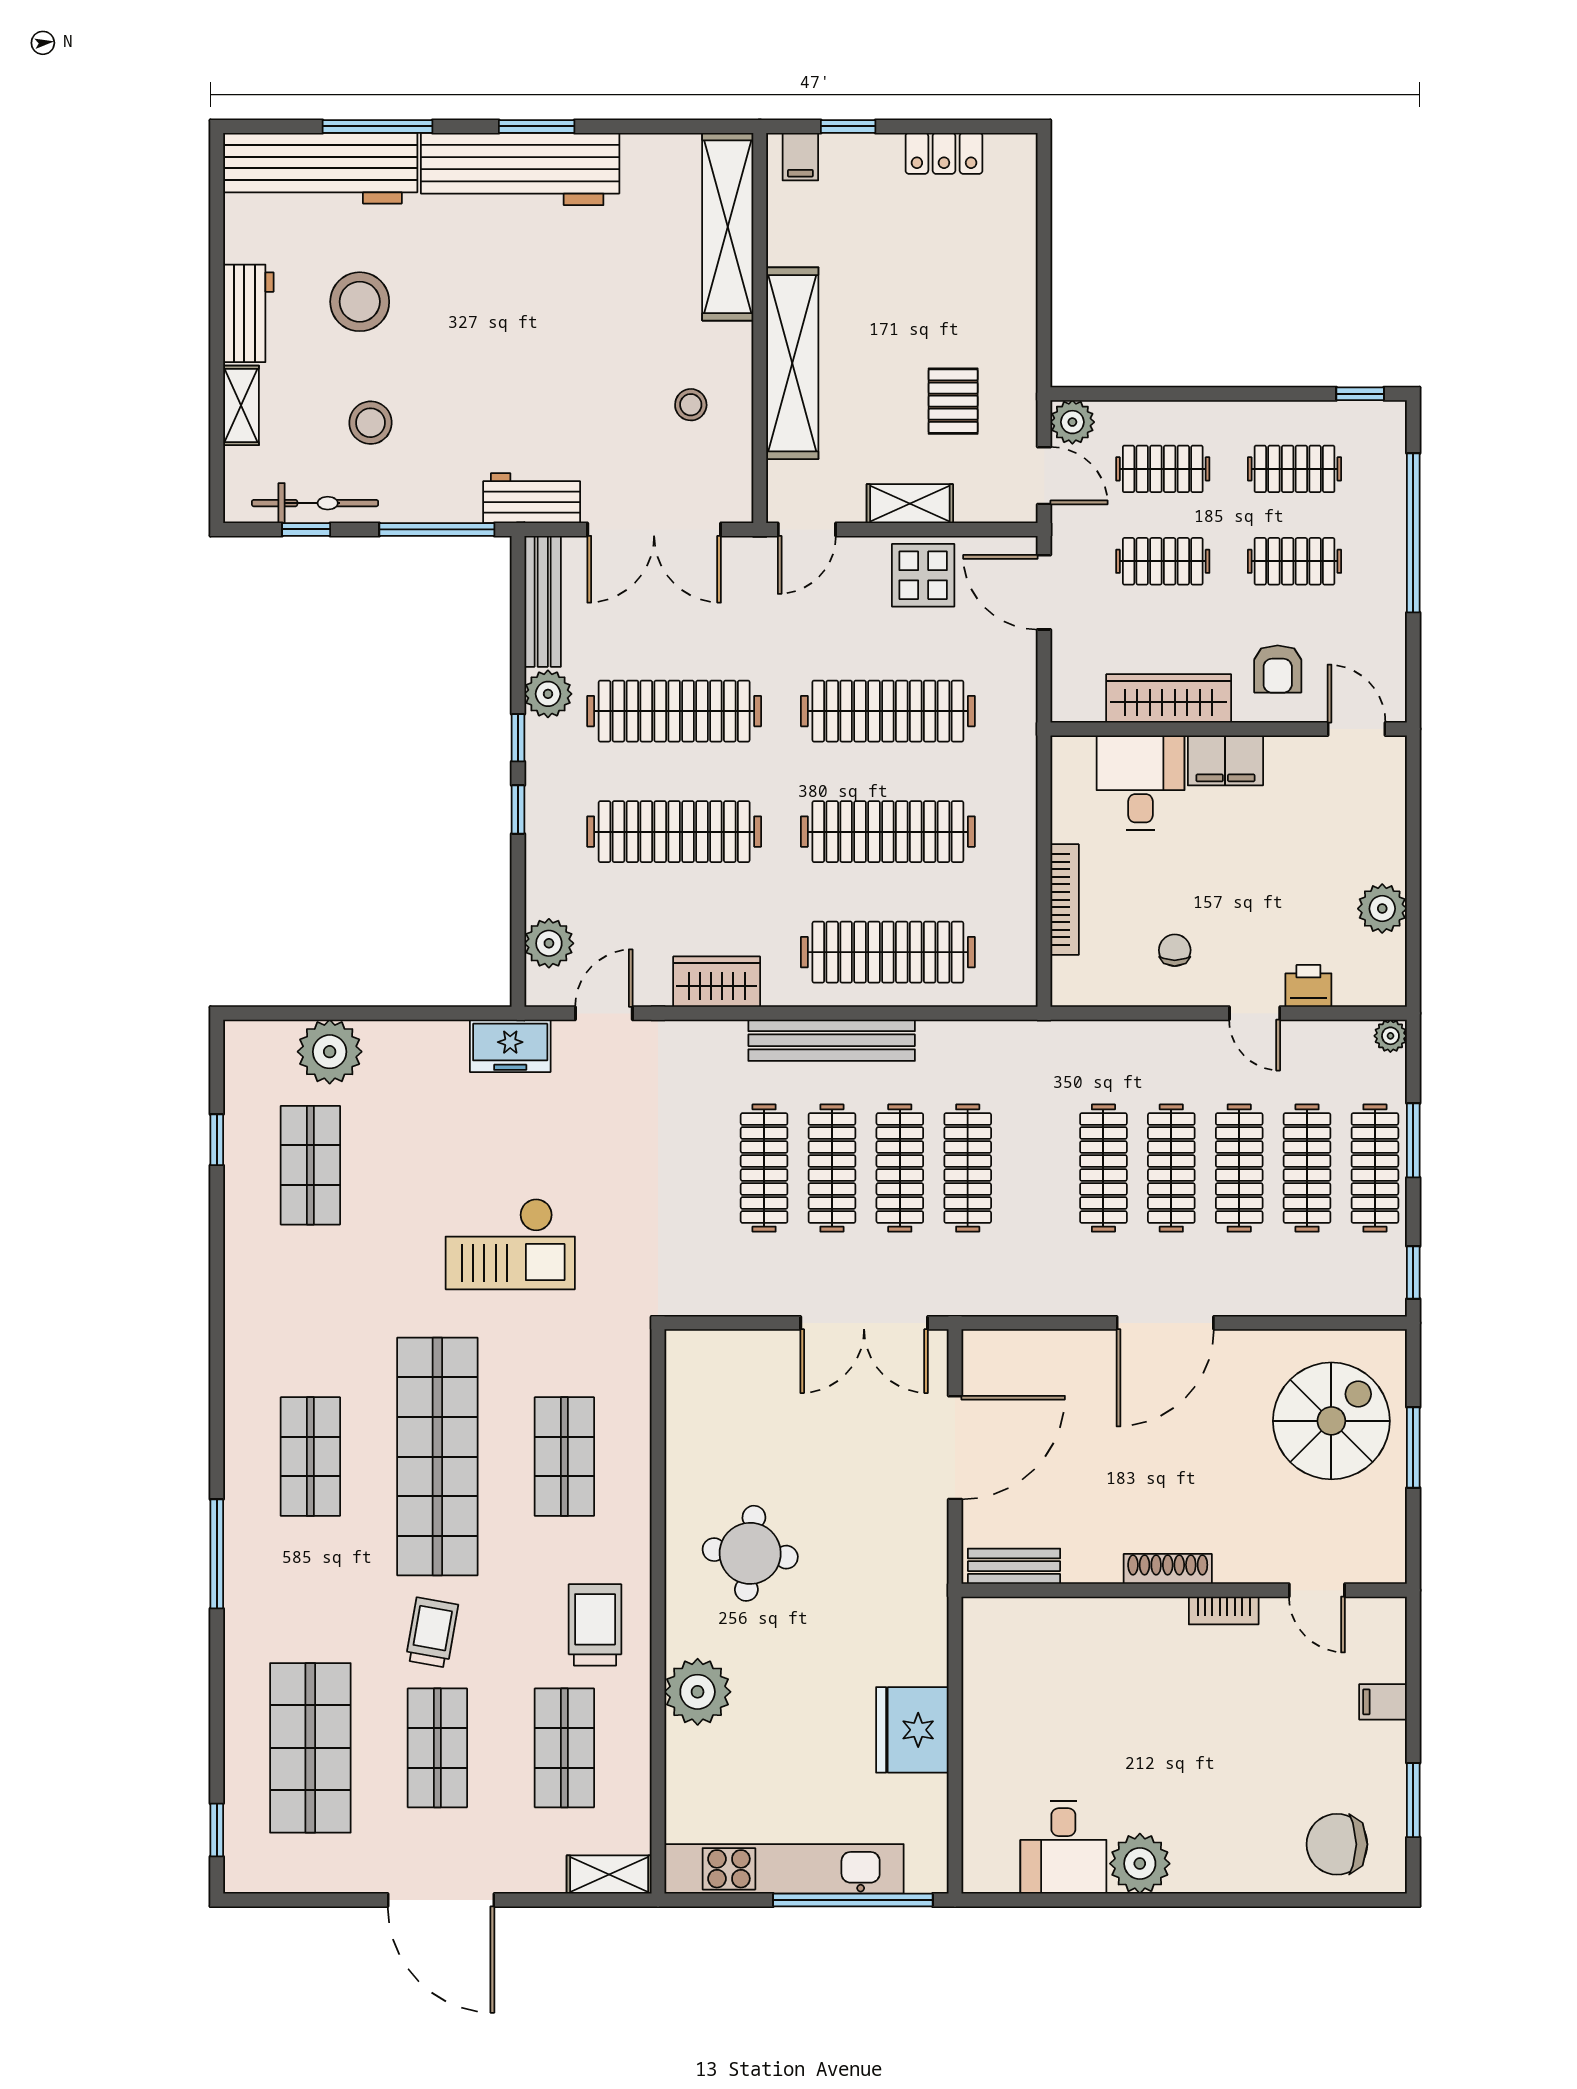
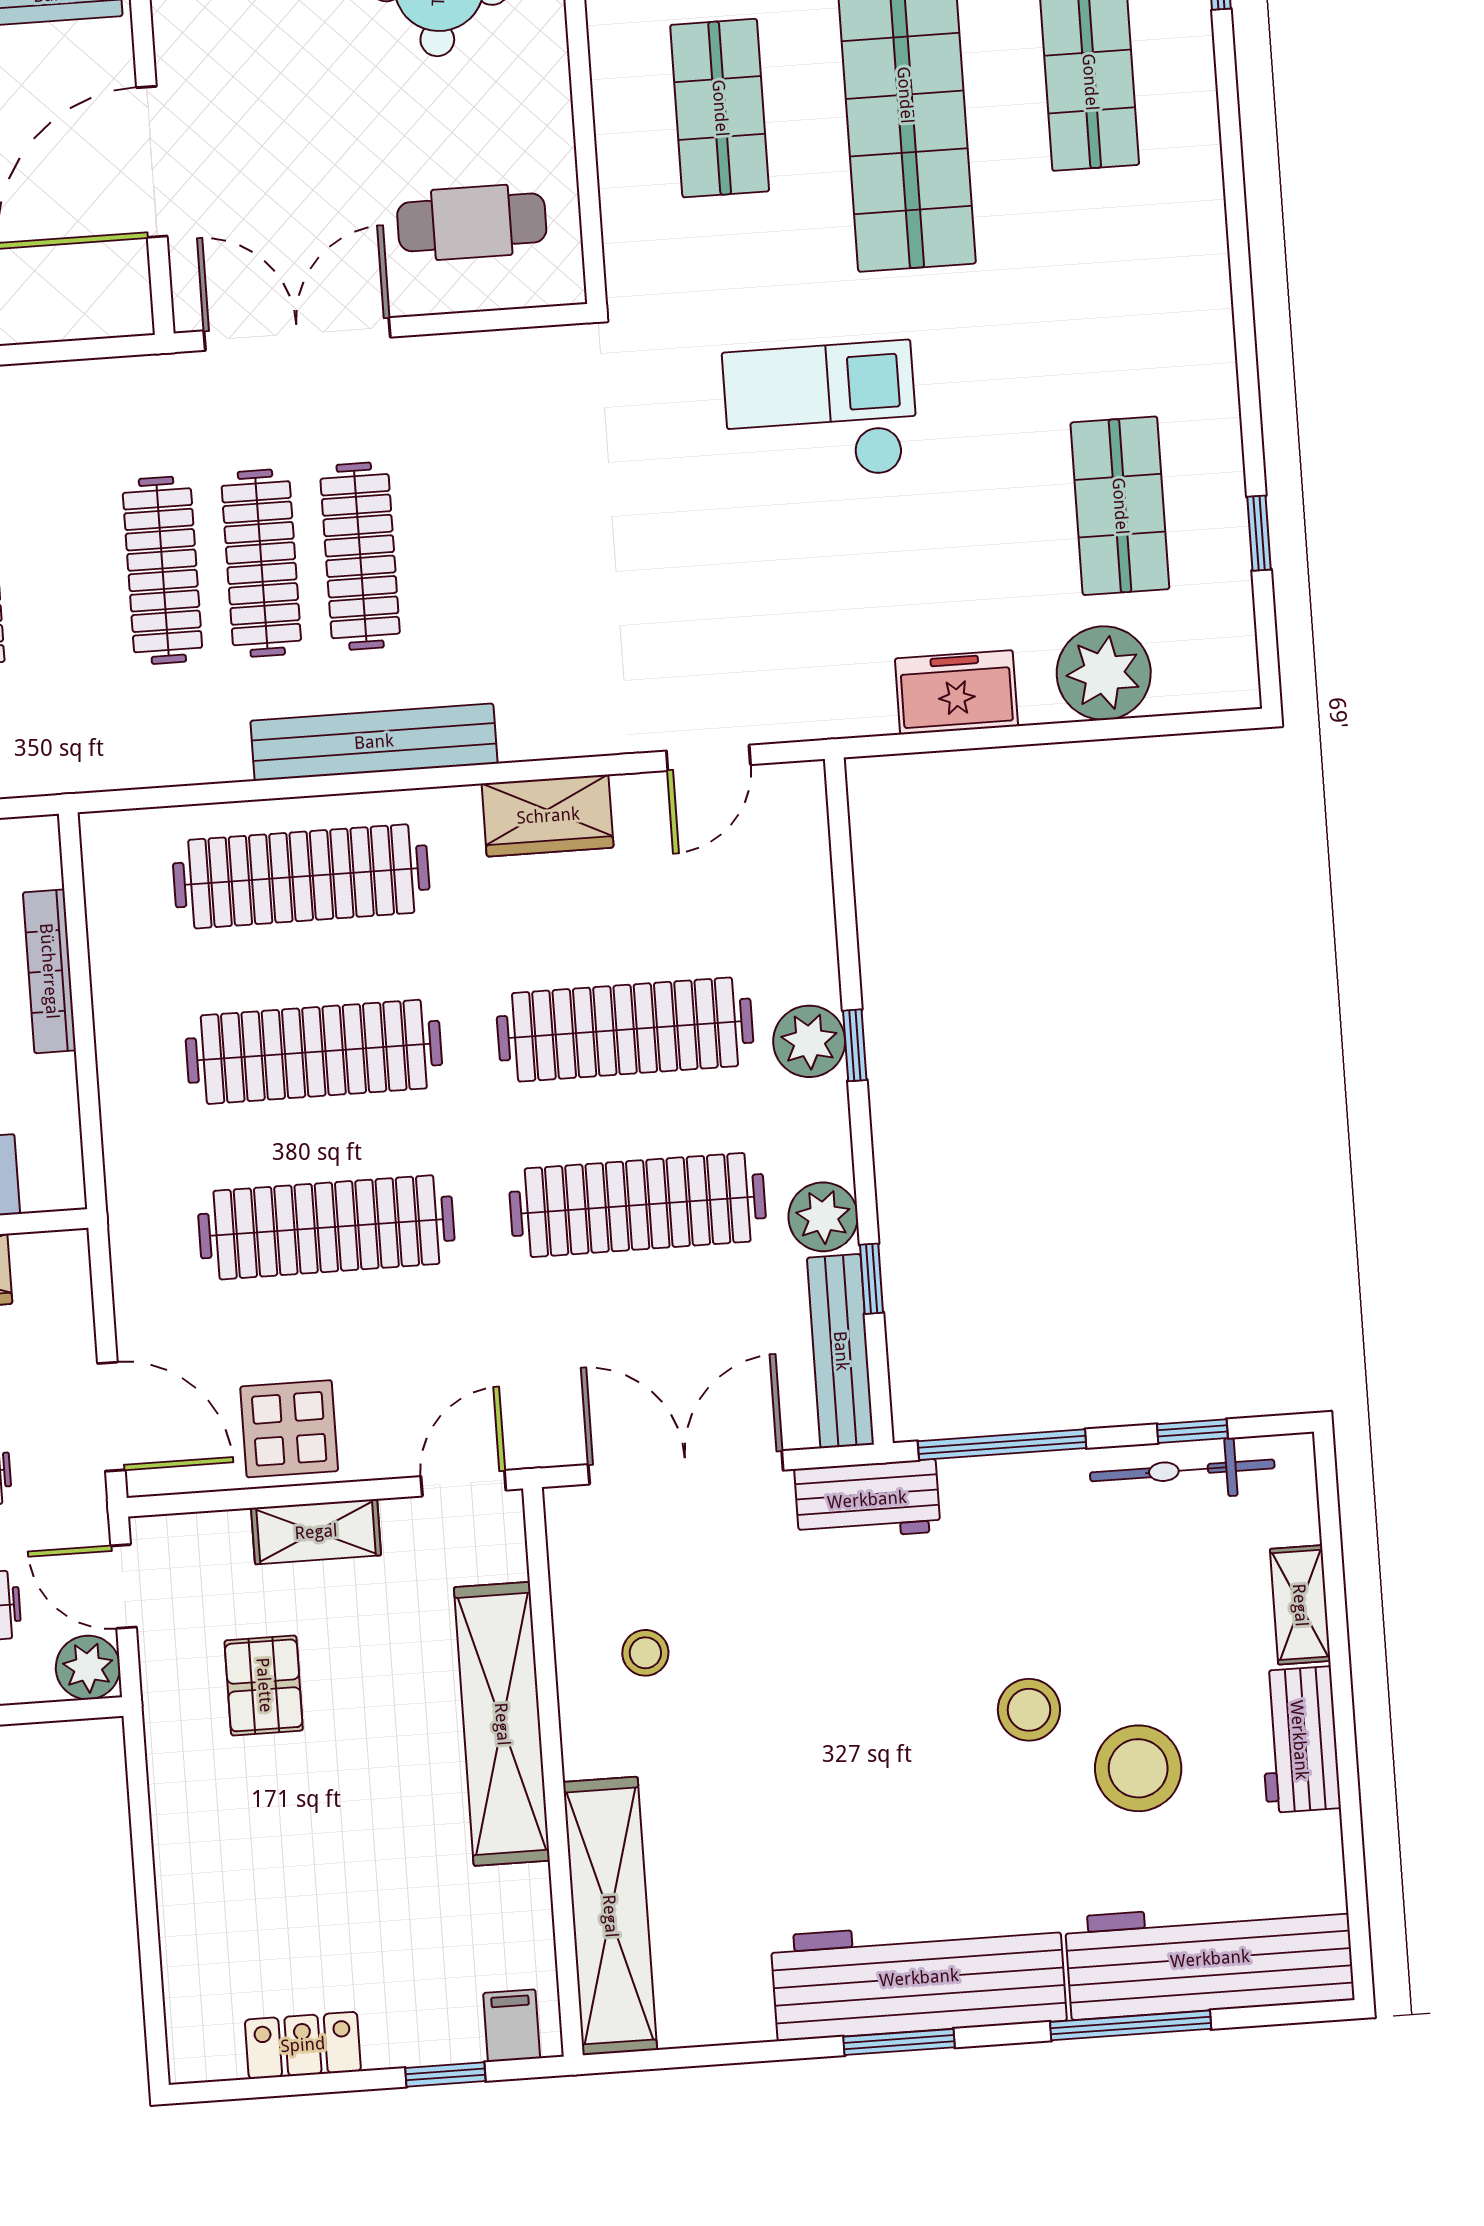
stool: (371, 423) -> (1029, 1710), moved
window: (518, 738) -> (871, 1279), moved
plant: (549, 943) -> (809, 1041), moved
freezer: (510, 1046) -> (956, 692), moved
clothes rail: (764, 1168) -> (459, 549), removed
cafe table: (739, 1391) -> (472, 222), added

